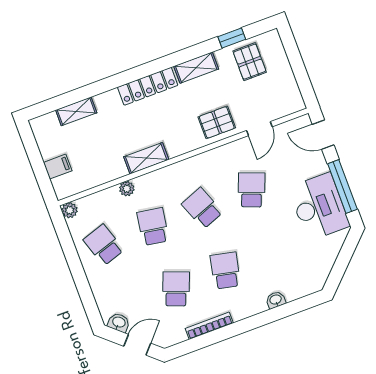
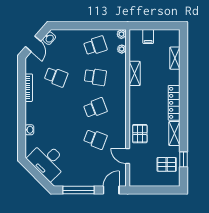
shelving: (146, 158) -> (135, 73), moved
plant: (127, 189) -> (122, 49), moved
desk: (319, 207) -> (48, 161), moved, turned 45
school desk: (225, 270) -> (56, 108), removed

